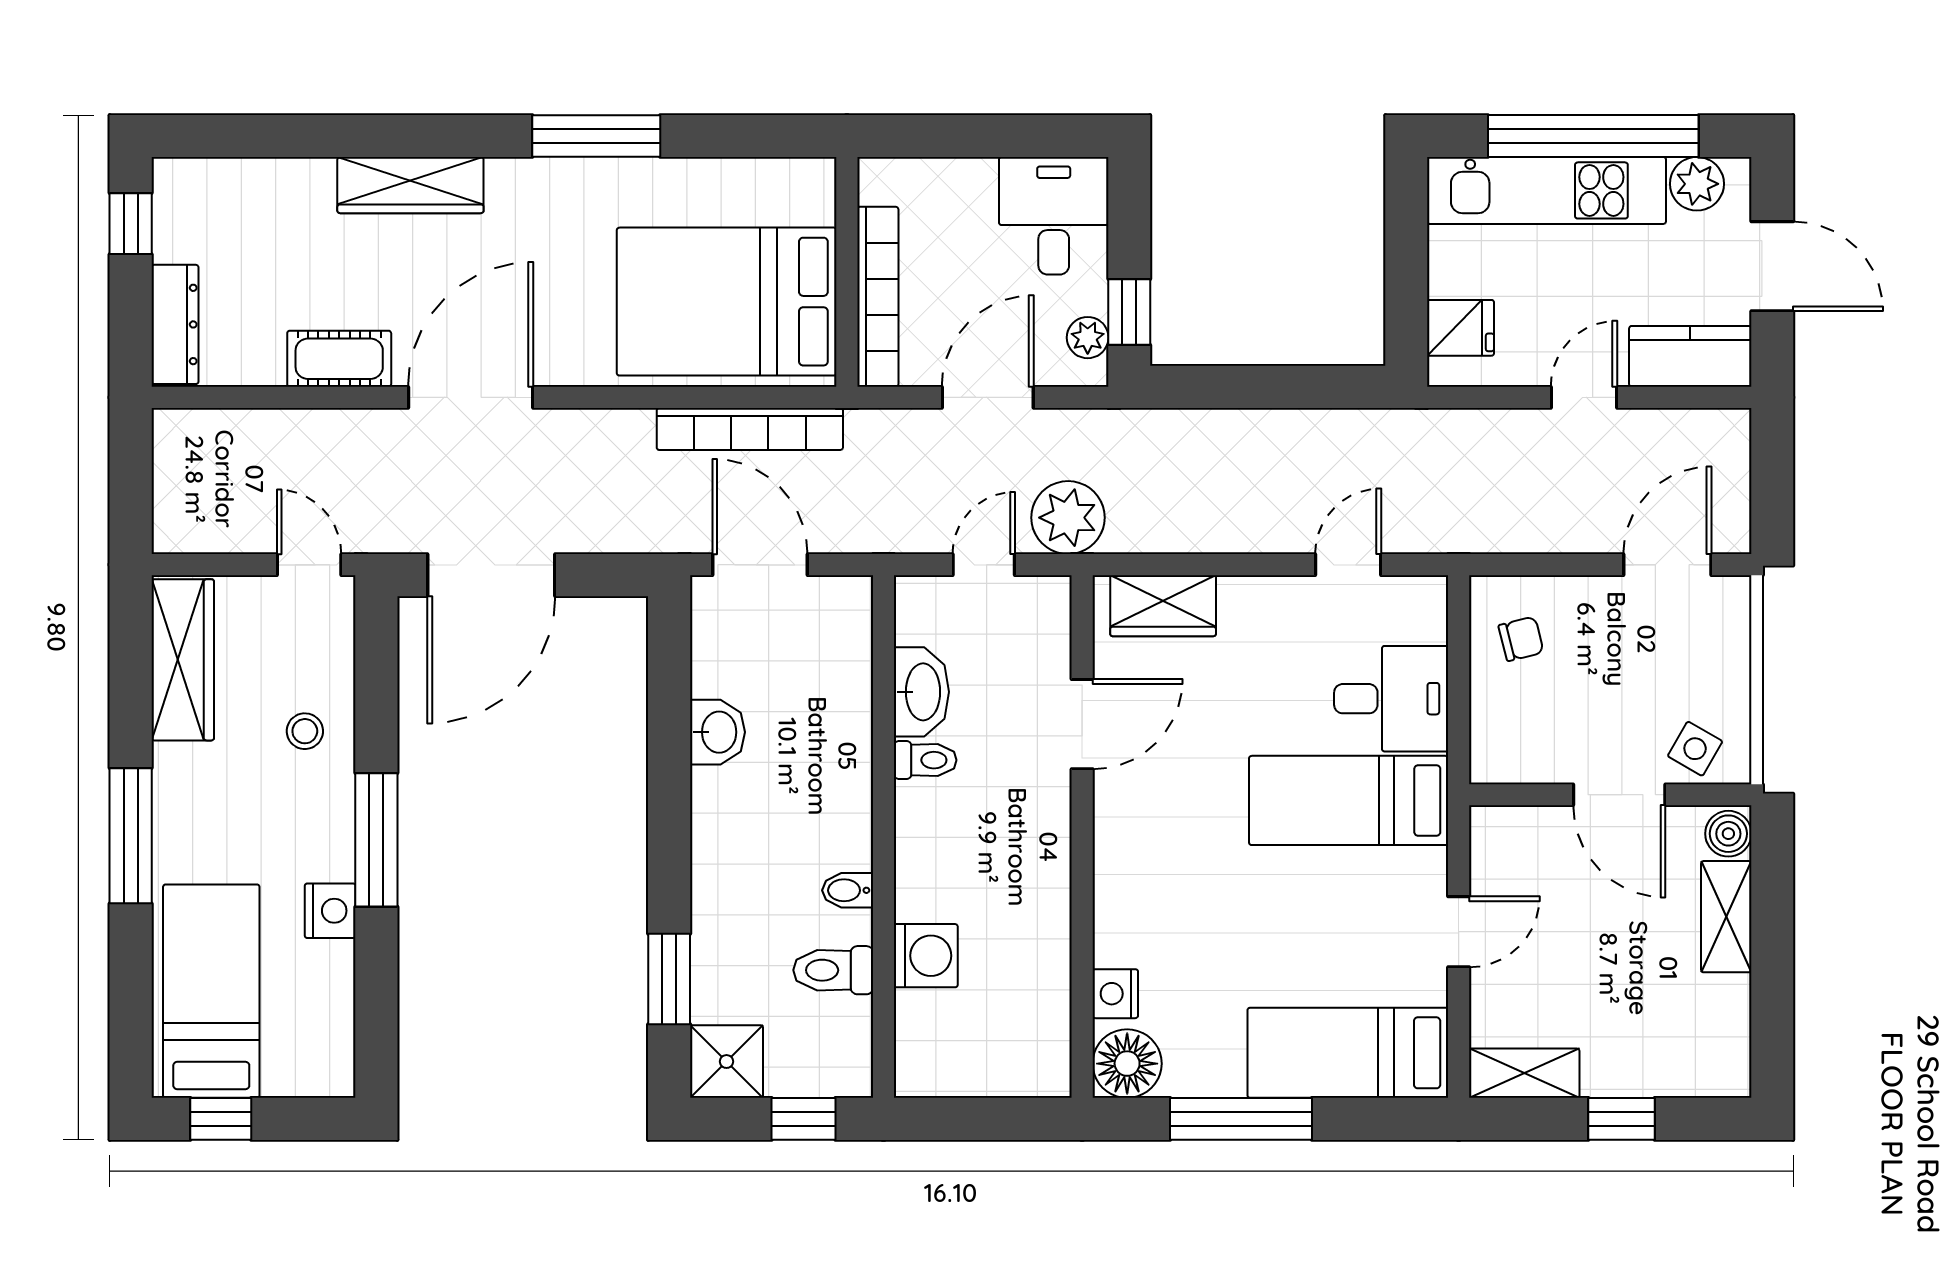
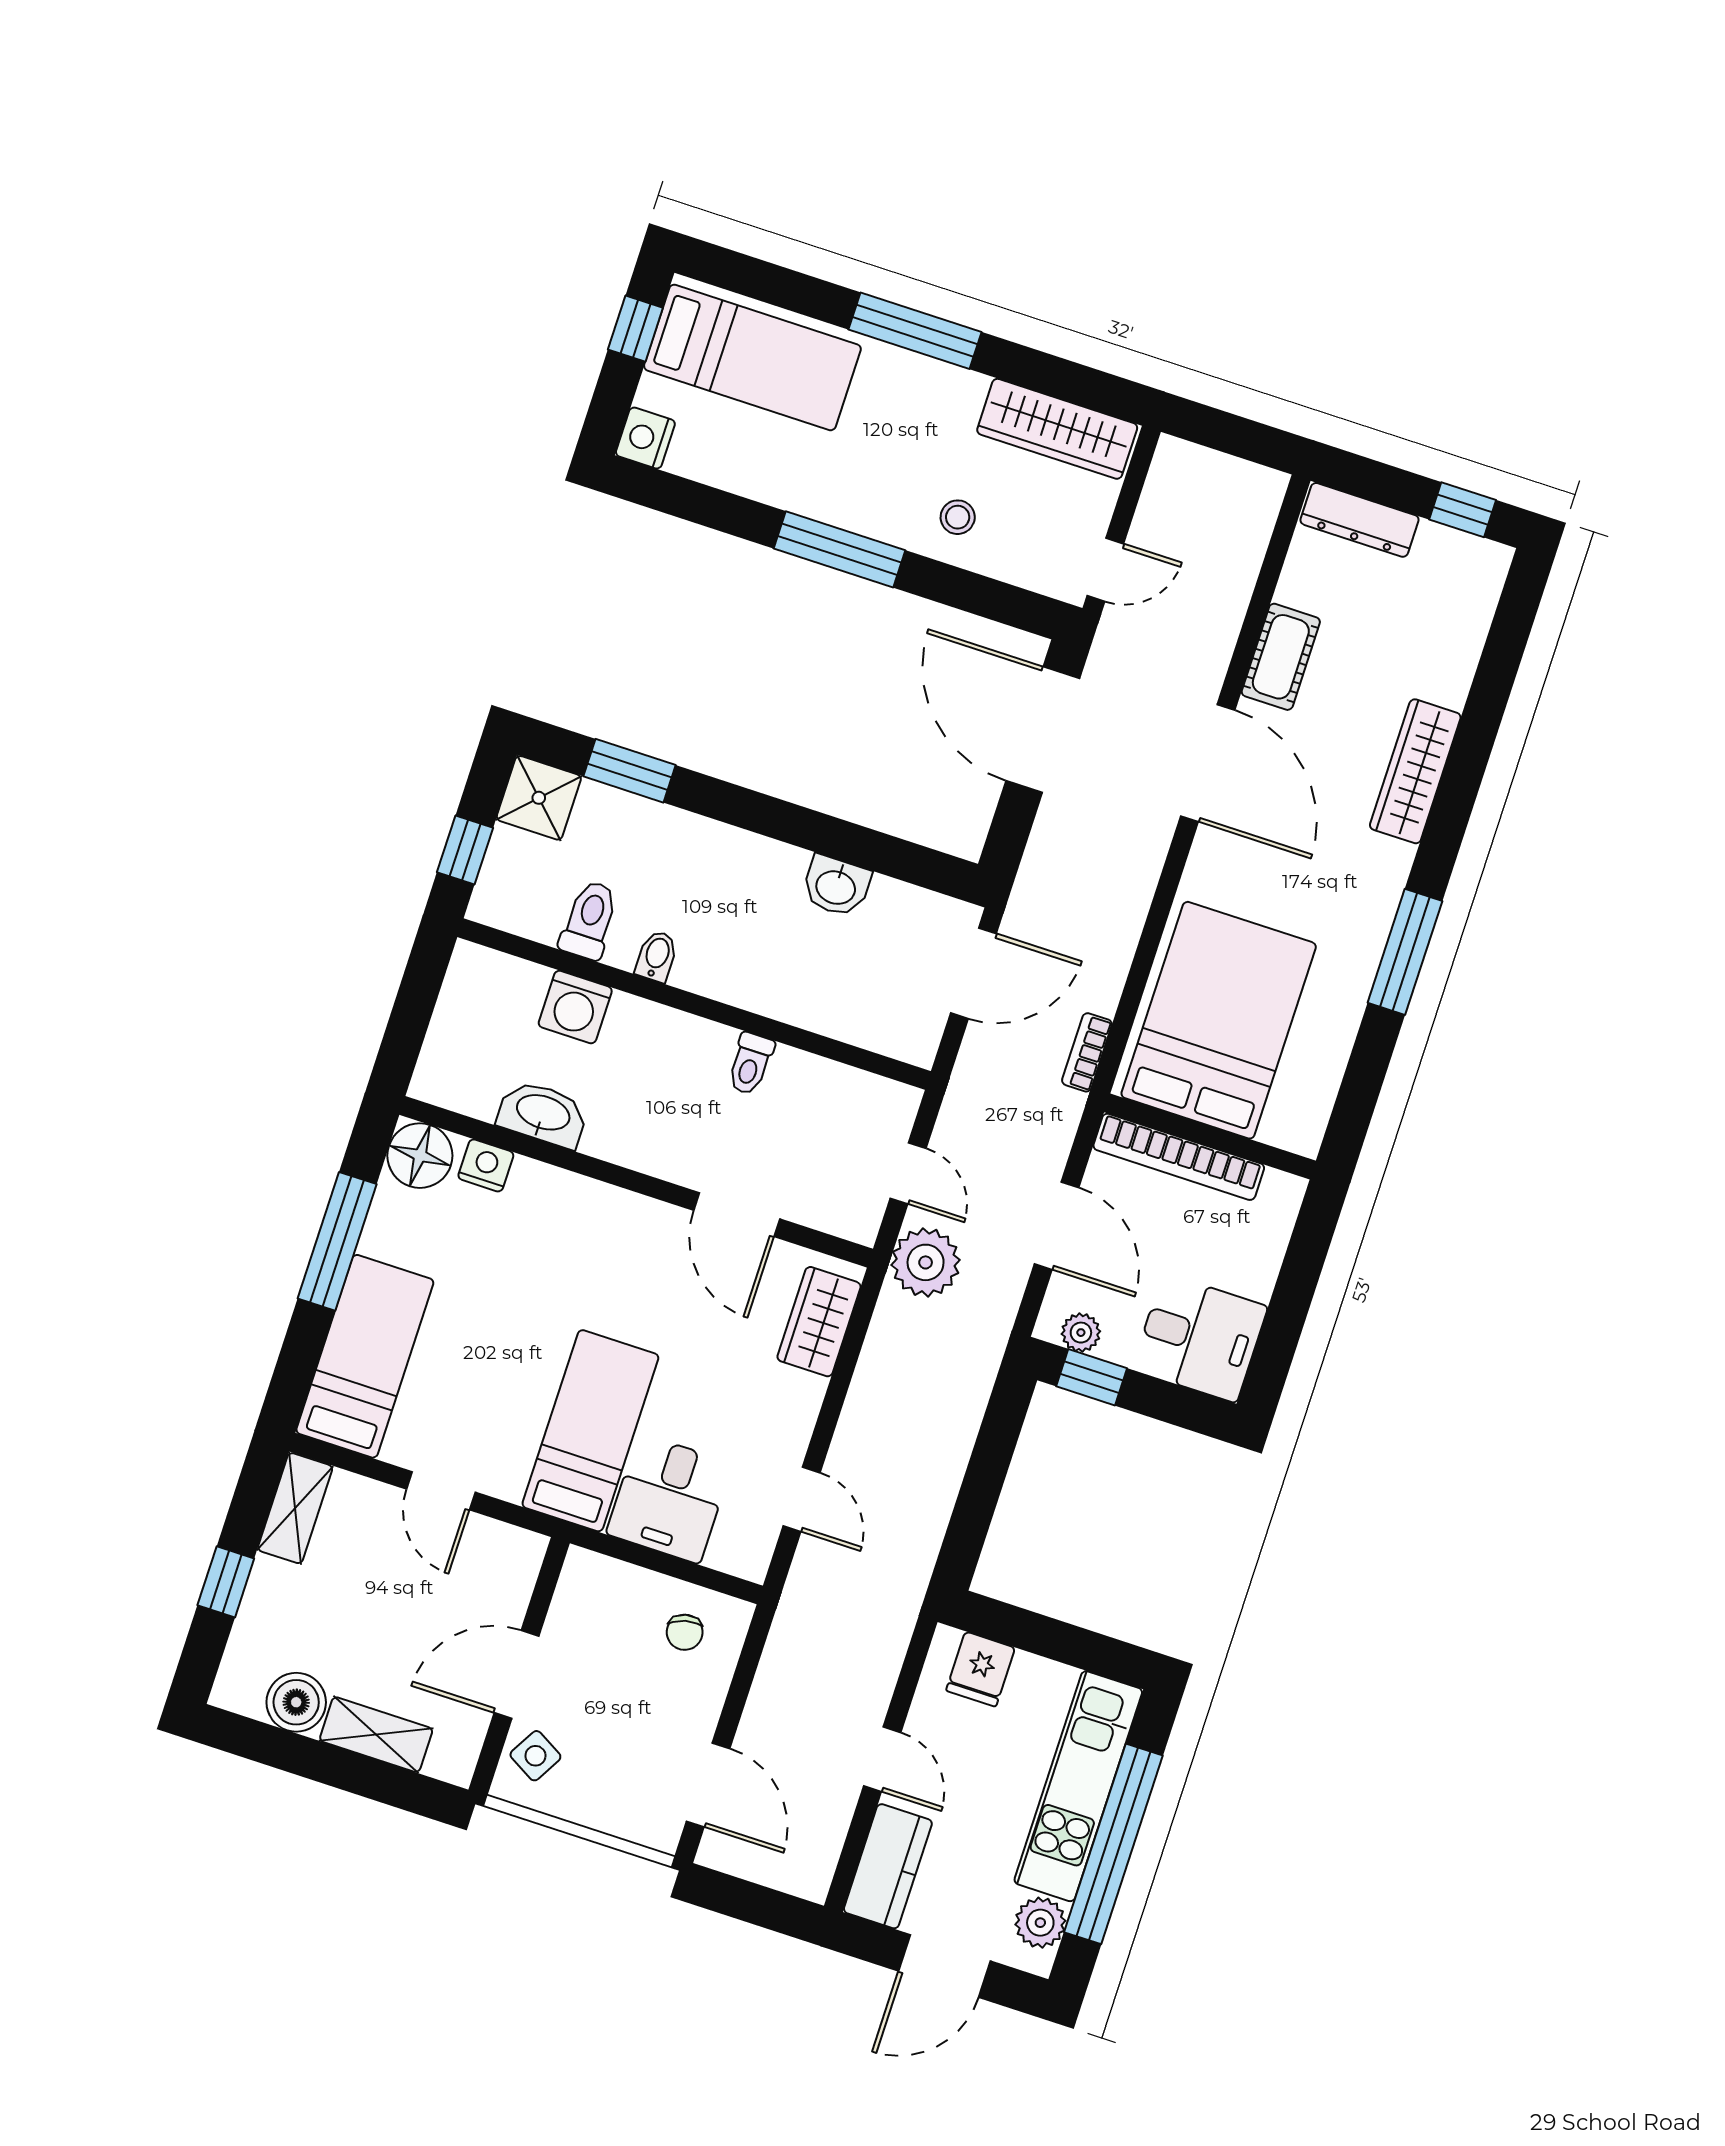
bookcase: (750, 429) -> (1087, 1052), width x0.43, depth x0.76
washbasin: (921, 692) -> (543, 1114), moved, turned 180
boiler: (1728, 834) -> (296, 1702), moved, width x1.36, depth x1.36
nightstand: (330, 911) -> (645, 438), moved, turned 90

